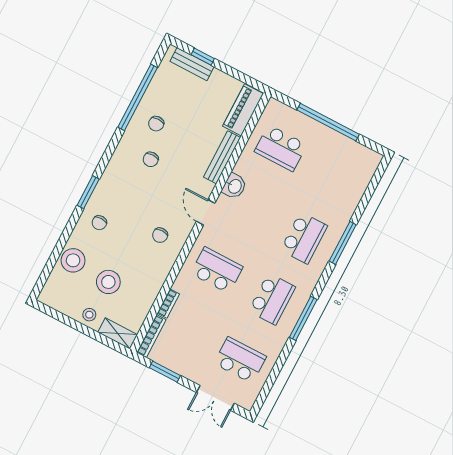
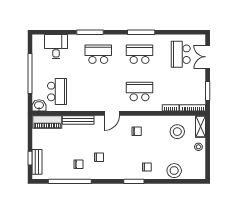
desk: (348, 181) -> (56, 47), added
washbasin: (234, 186) -> (39, 105), moved
school desk: (217, 270) -> (139, 91), turned 90
stool: (108, 282) -> (177, 132), moved
double door: (215, 398) -> (208, 57), swing flipped

